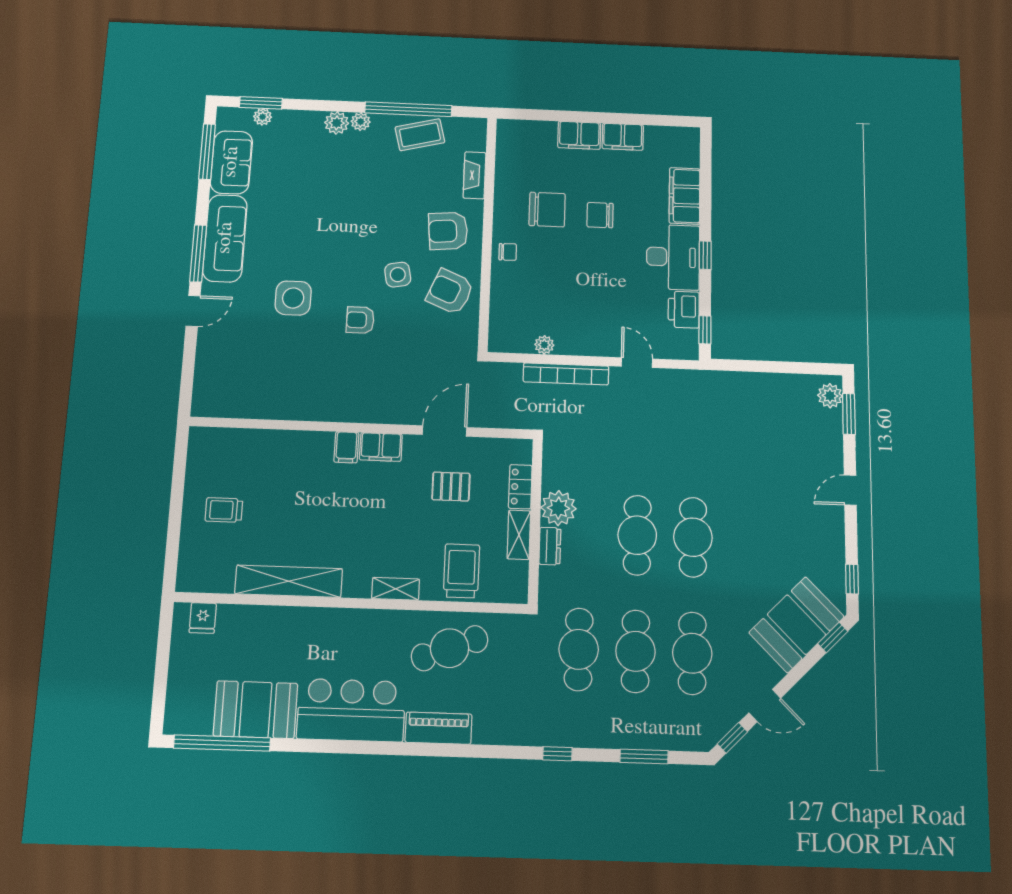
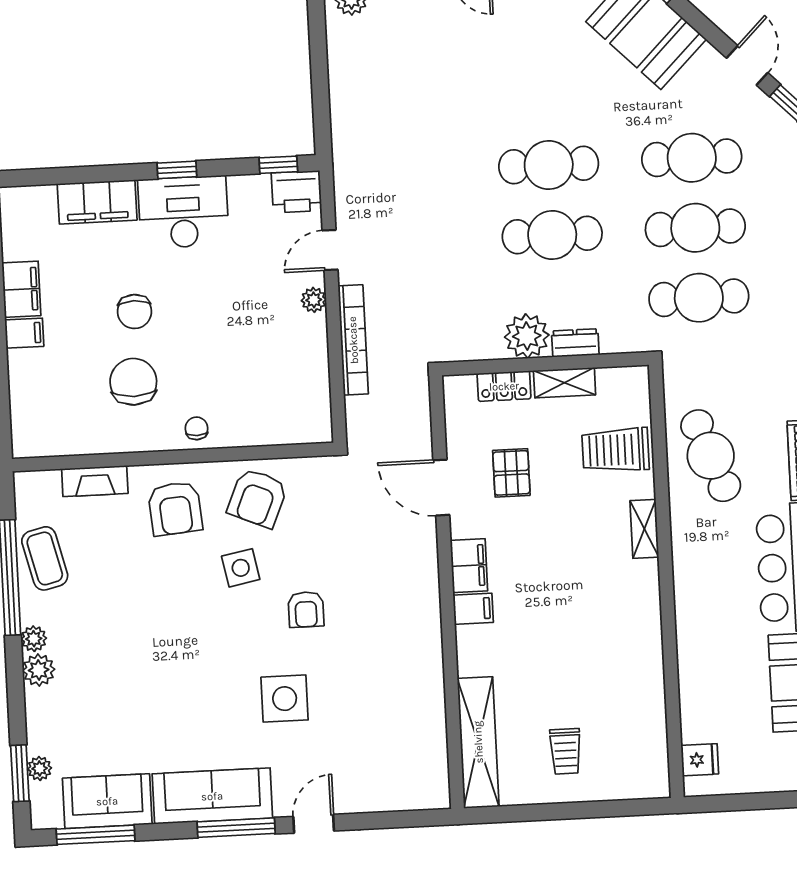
filing cabinet: (579, 135) -> (24, 333), width x0.50
printer: (684, 310) -> (297, 192), moved
door: (193, 311) -> (314, 824), hinge flipped
plant: (544, 345) -> (314, 300), moved
shelving: (289, 581) -> (478, 742), moved

